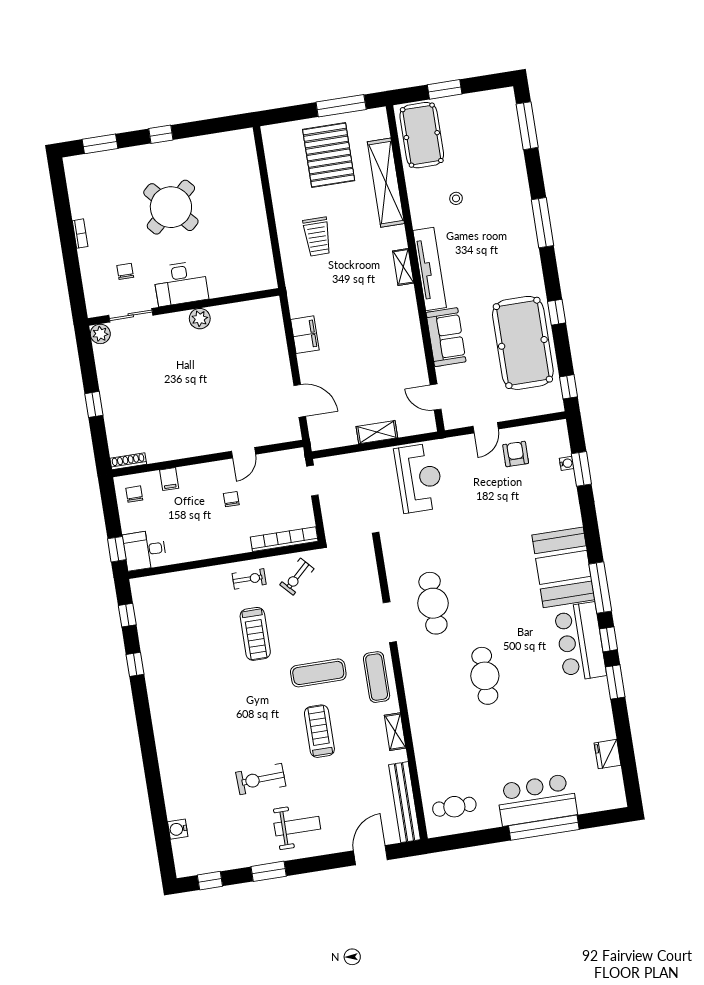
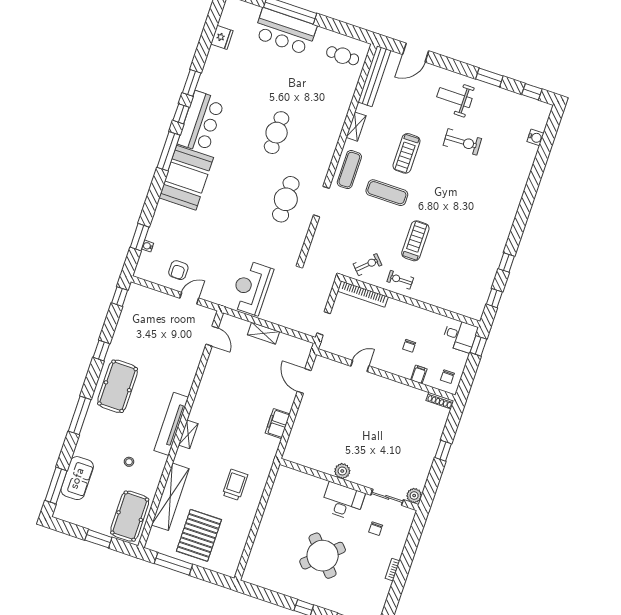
sofa: (446, 337) -> (77, 478), moved, turned 180
pool table: (523, 343) -> (118, 386), moved, width x0.73, depth x0.76
chair: (231, 499) -> (409, 346), moved

